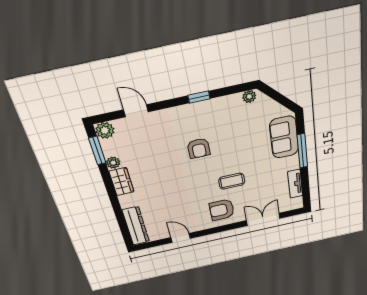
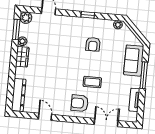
armchair: (199, 148) -> (93, 44), moved

